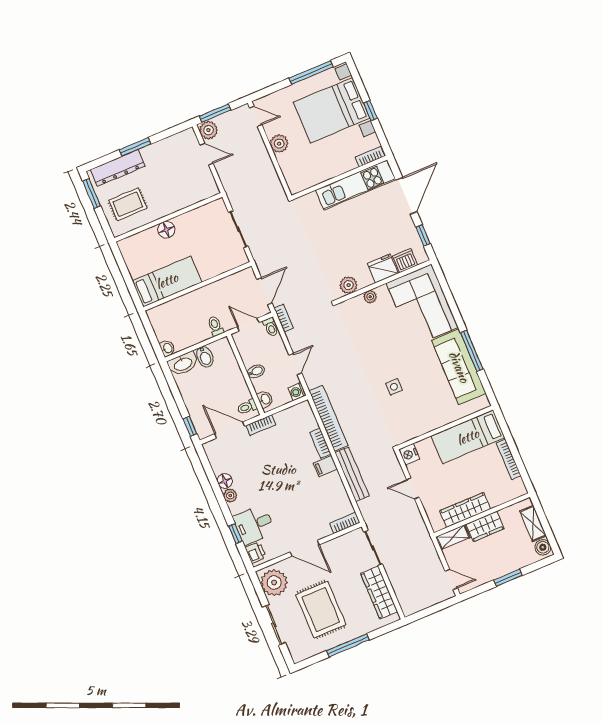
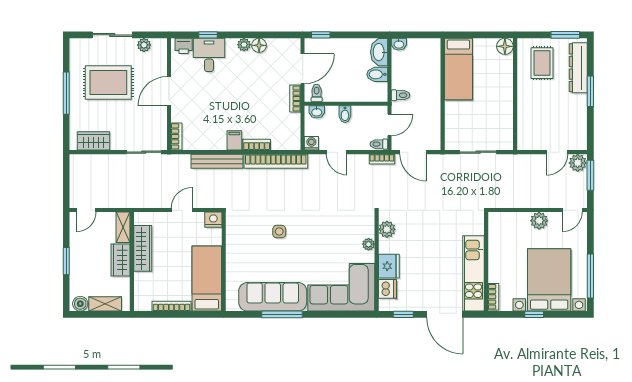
floor lamp: (166, 230) -> (505, 46), moved
plant: (274, 583) -> (144, 45), width x0.53, depth x0.53
wardrobe: (379, 593) -> (93, 141), width x0.67

